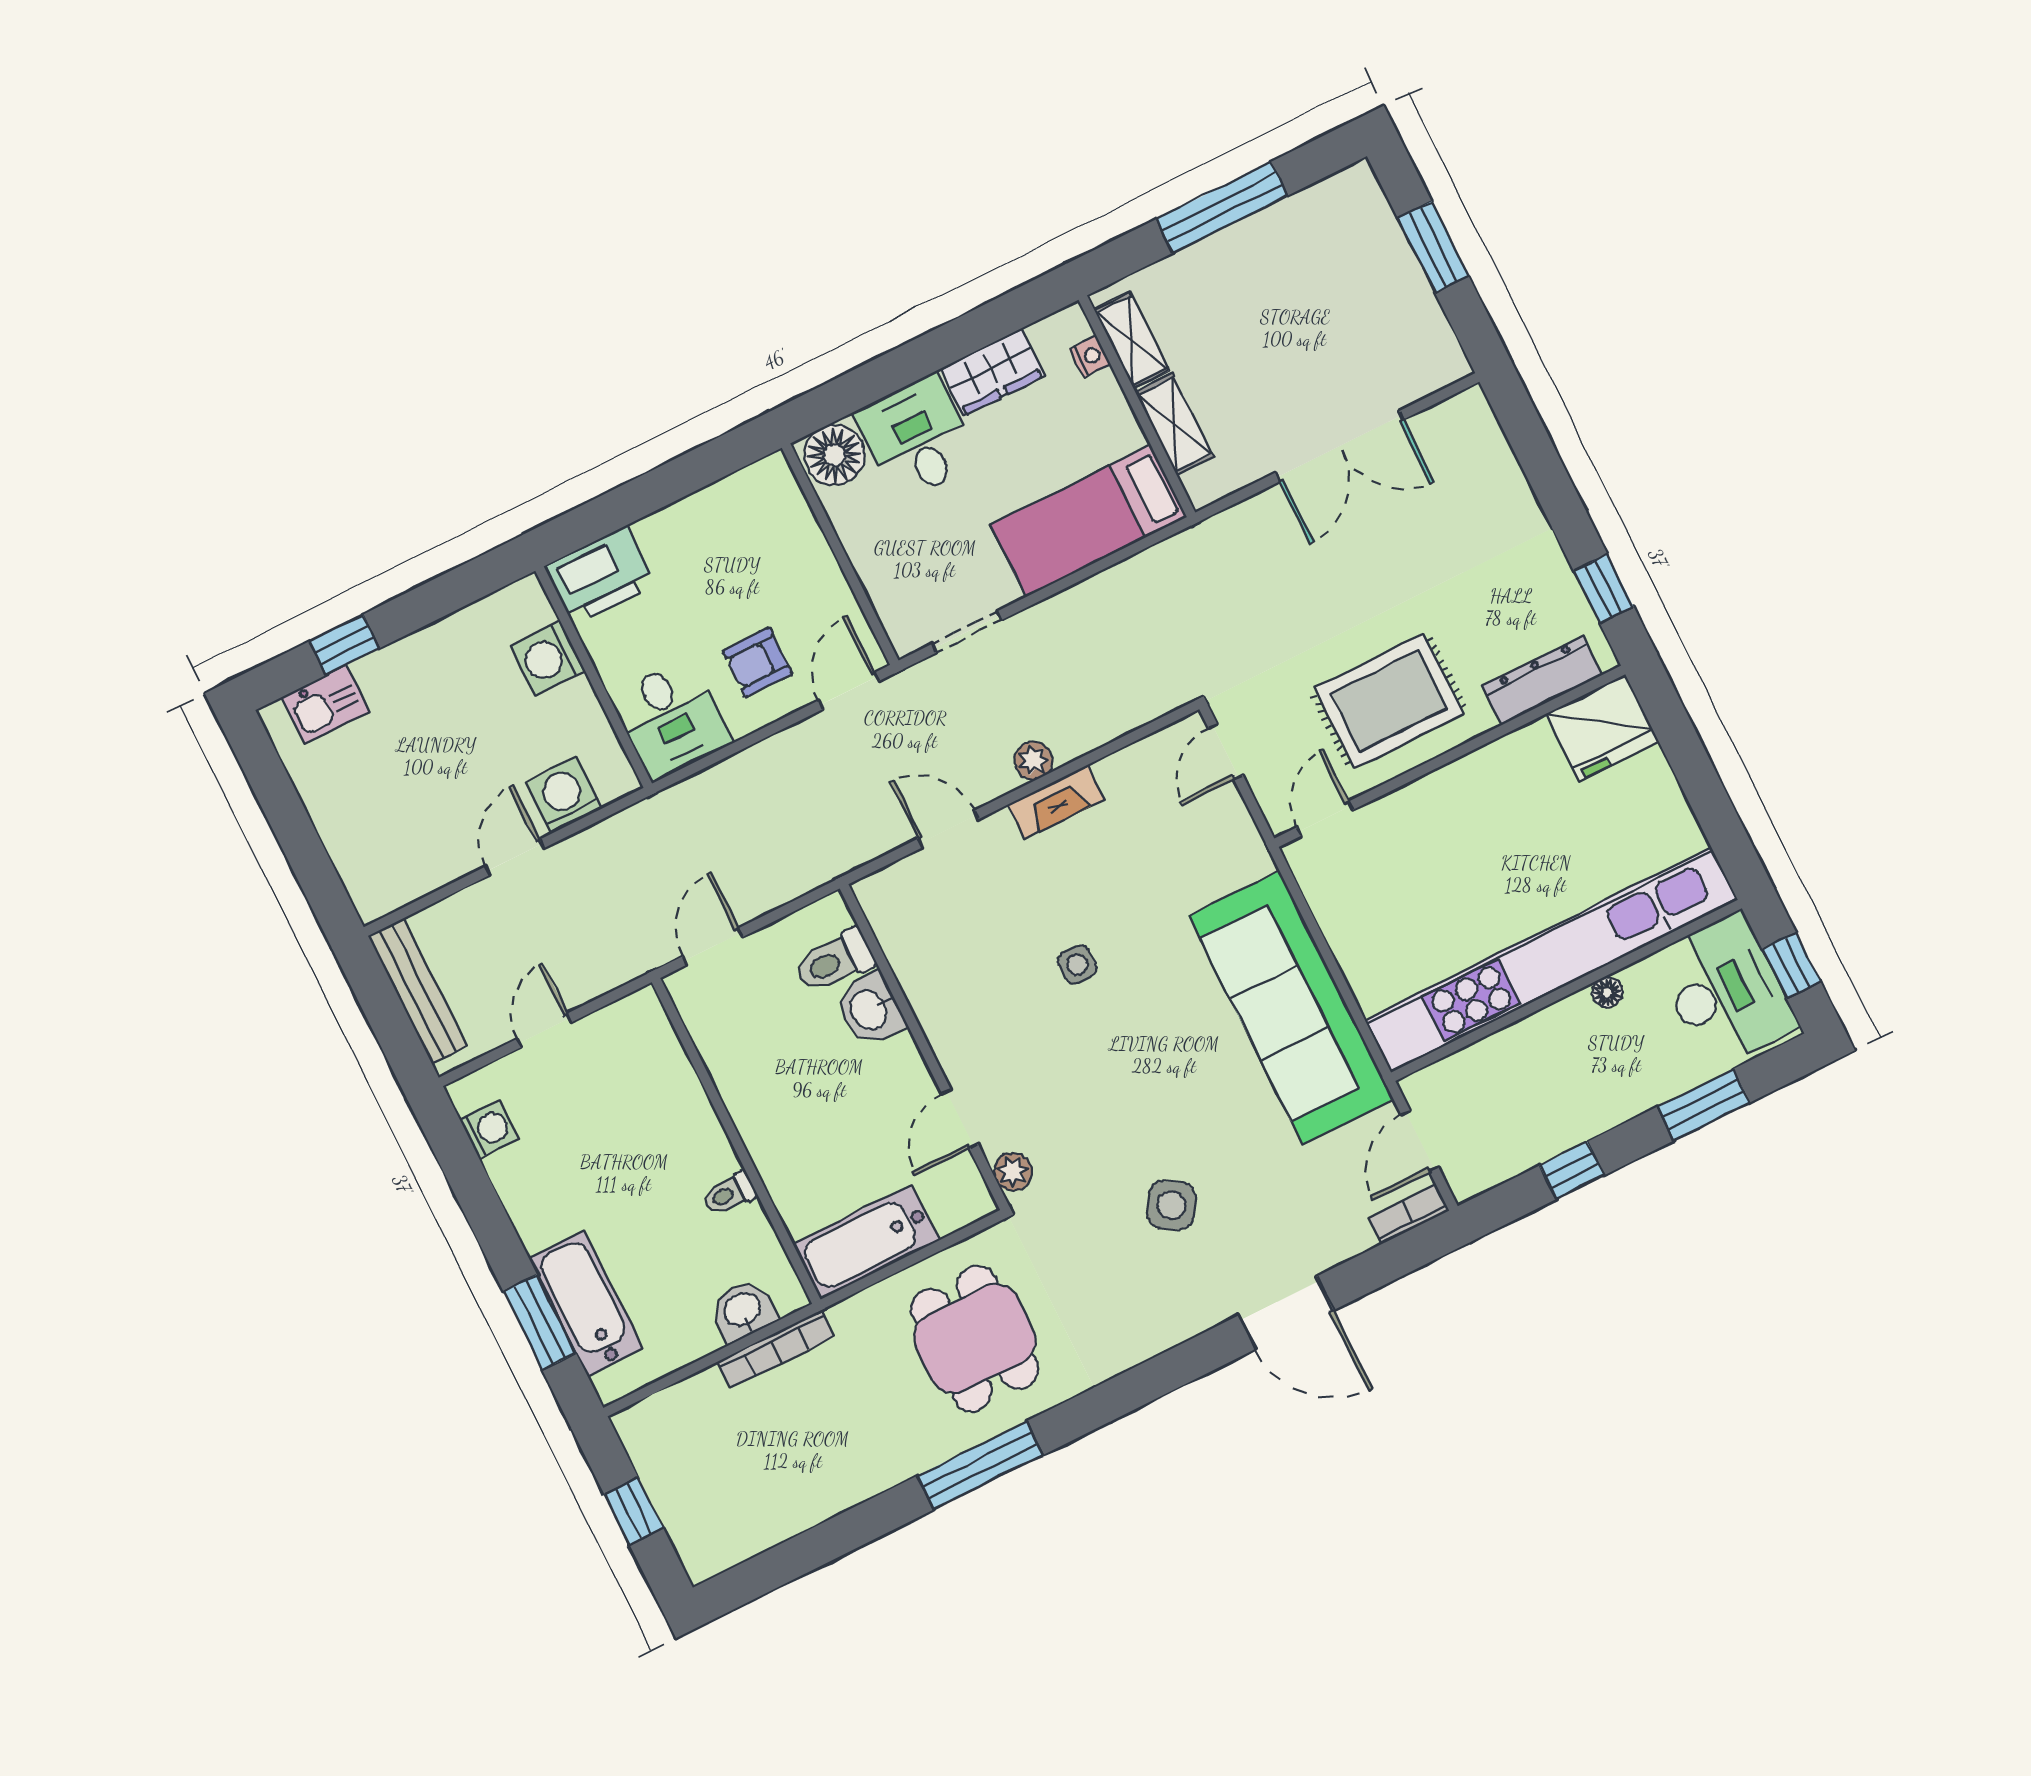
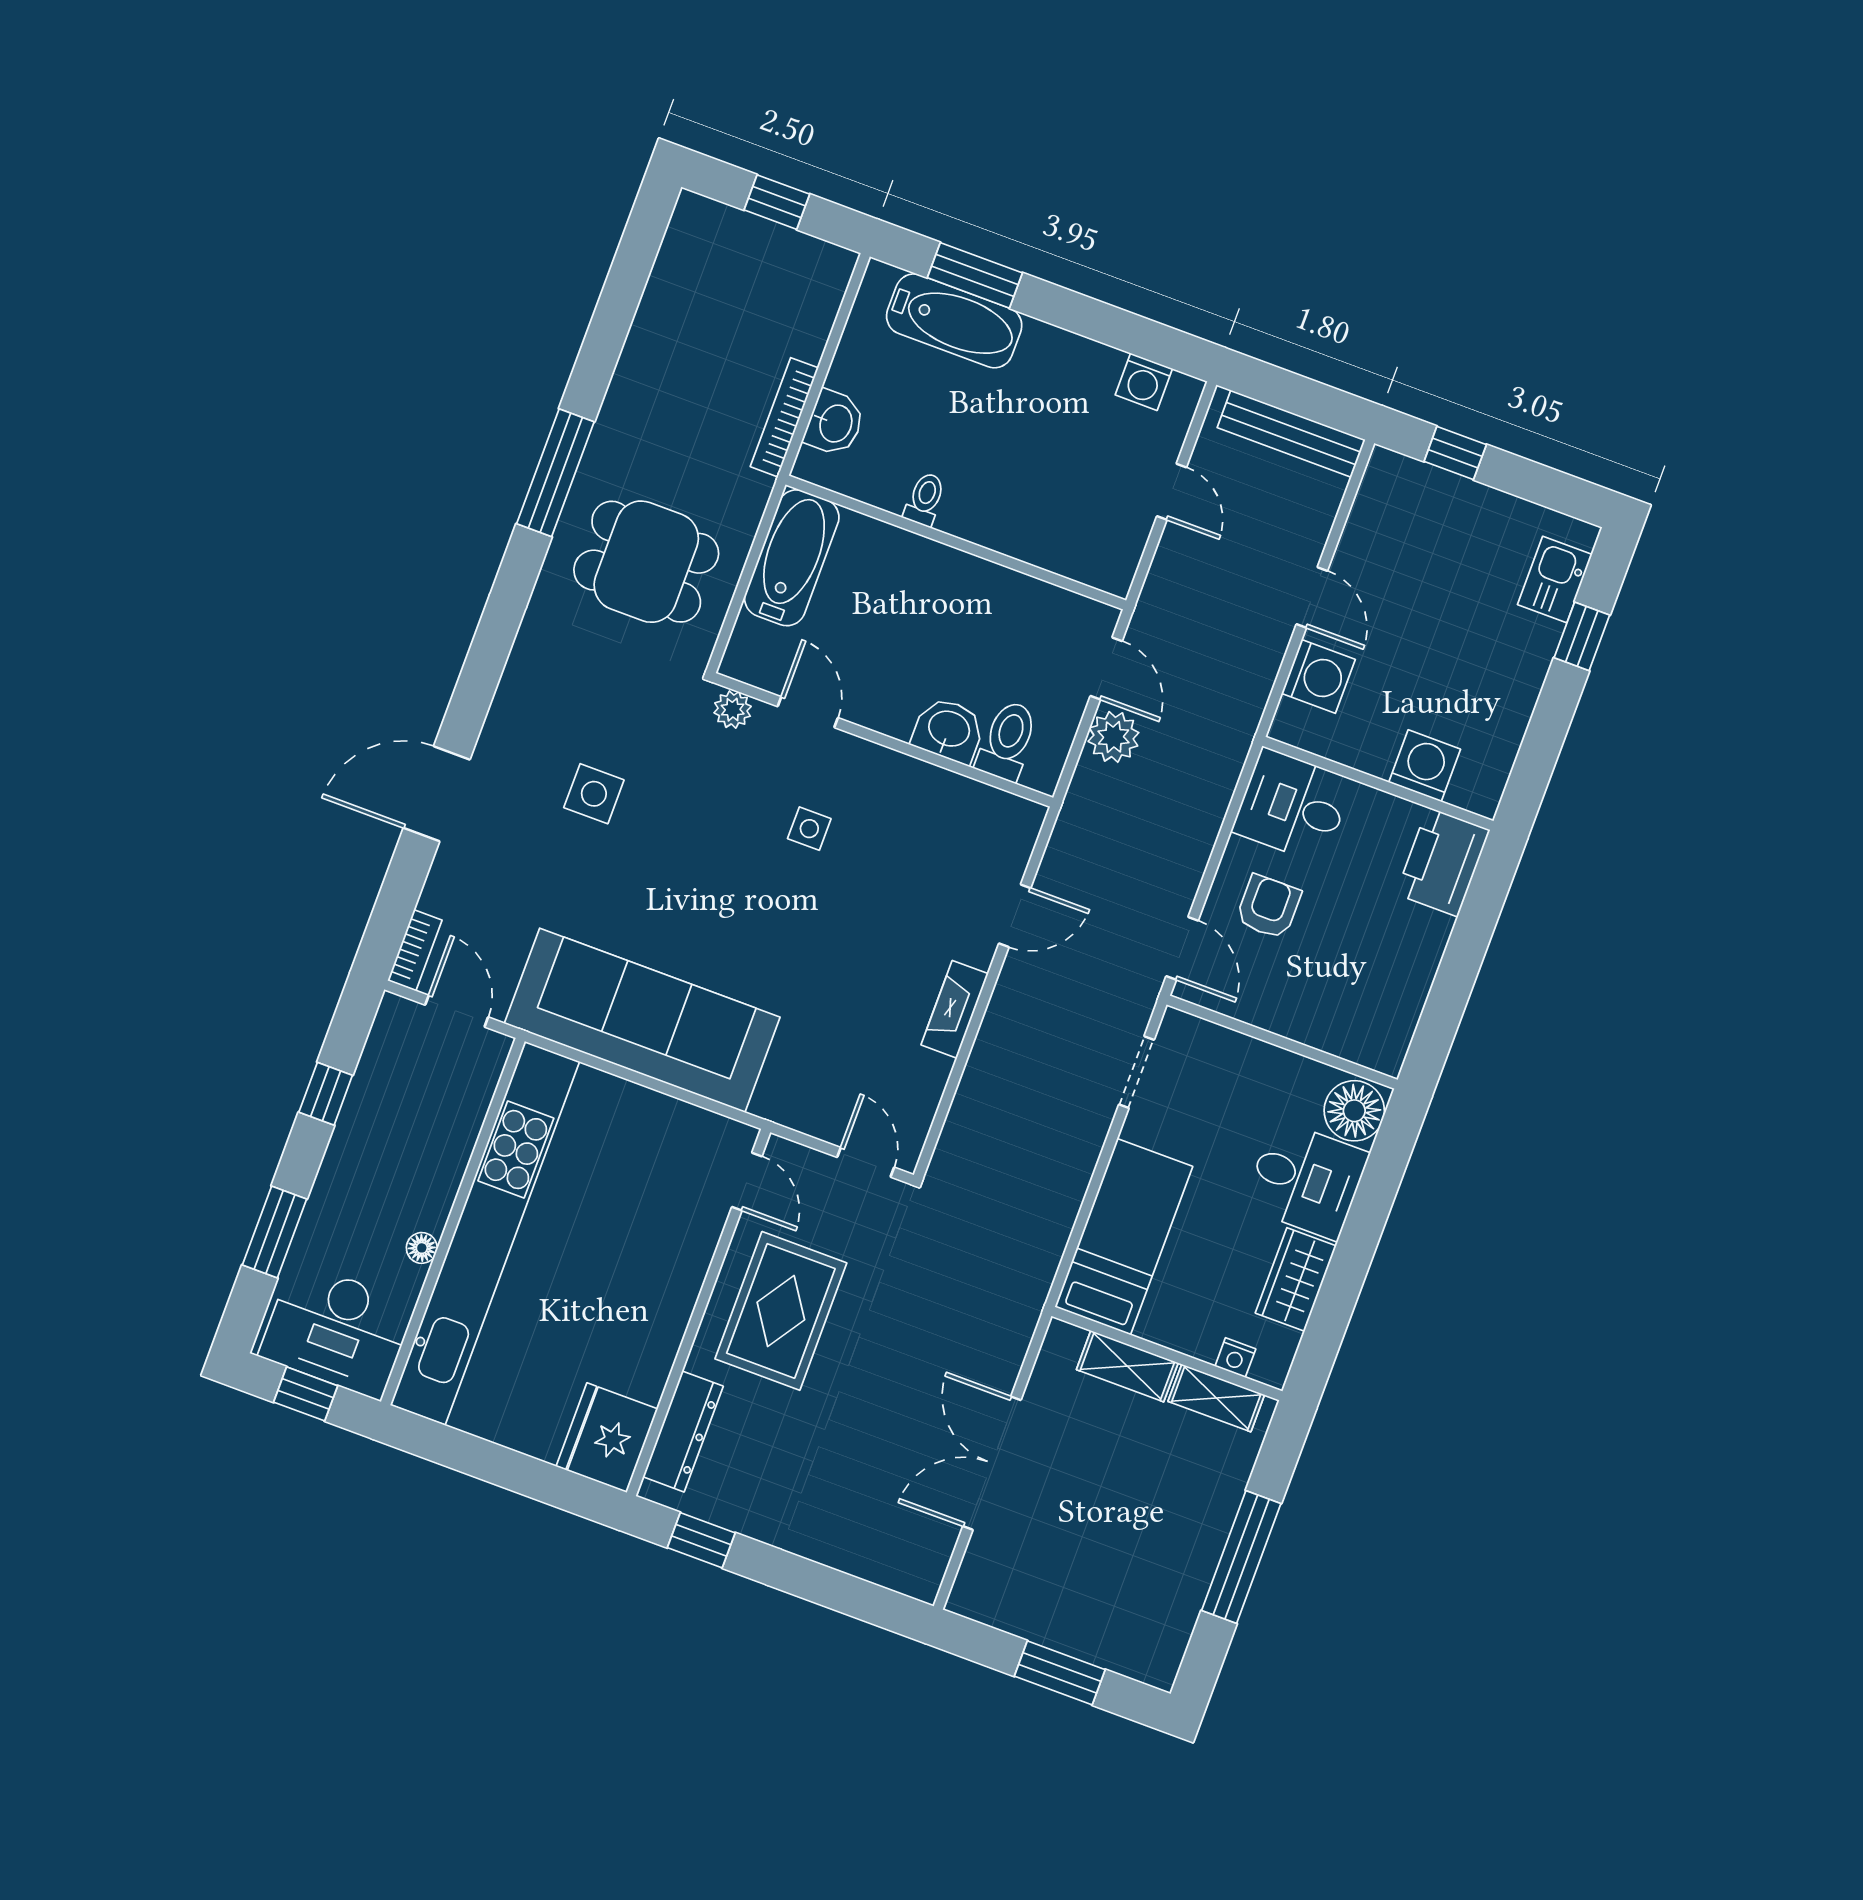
plant: (1033, 761) -> (1113, 737), moved, width x1.38, depth x1.38
window: (312, 865) -> (1455, 453), added
side table: (1077, 964) -> (809, 829), moved
side table: (1171, 1205) -> (594, 794), turned -31

